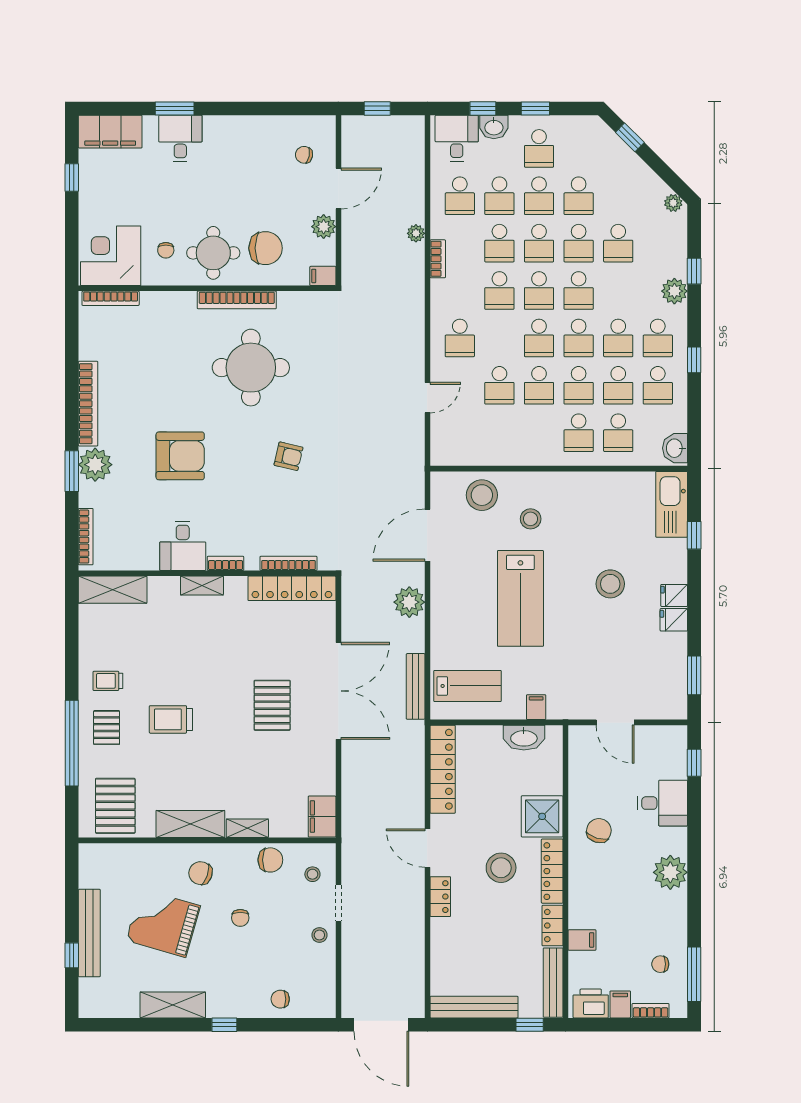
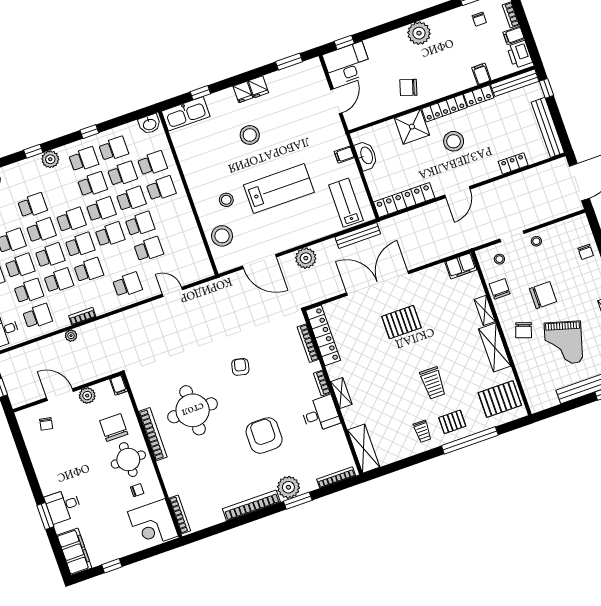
desk: (663, 803) -> (347, 64), moved, width x1.37
locker: (440, 897) -> (513, 163), moved
chair: (240, 918) -> (543, 295), width x1.87, depth x1.87

